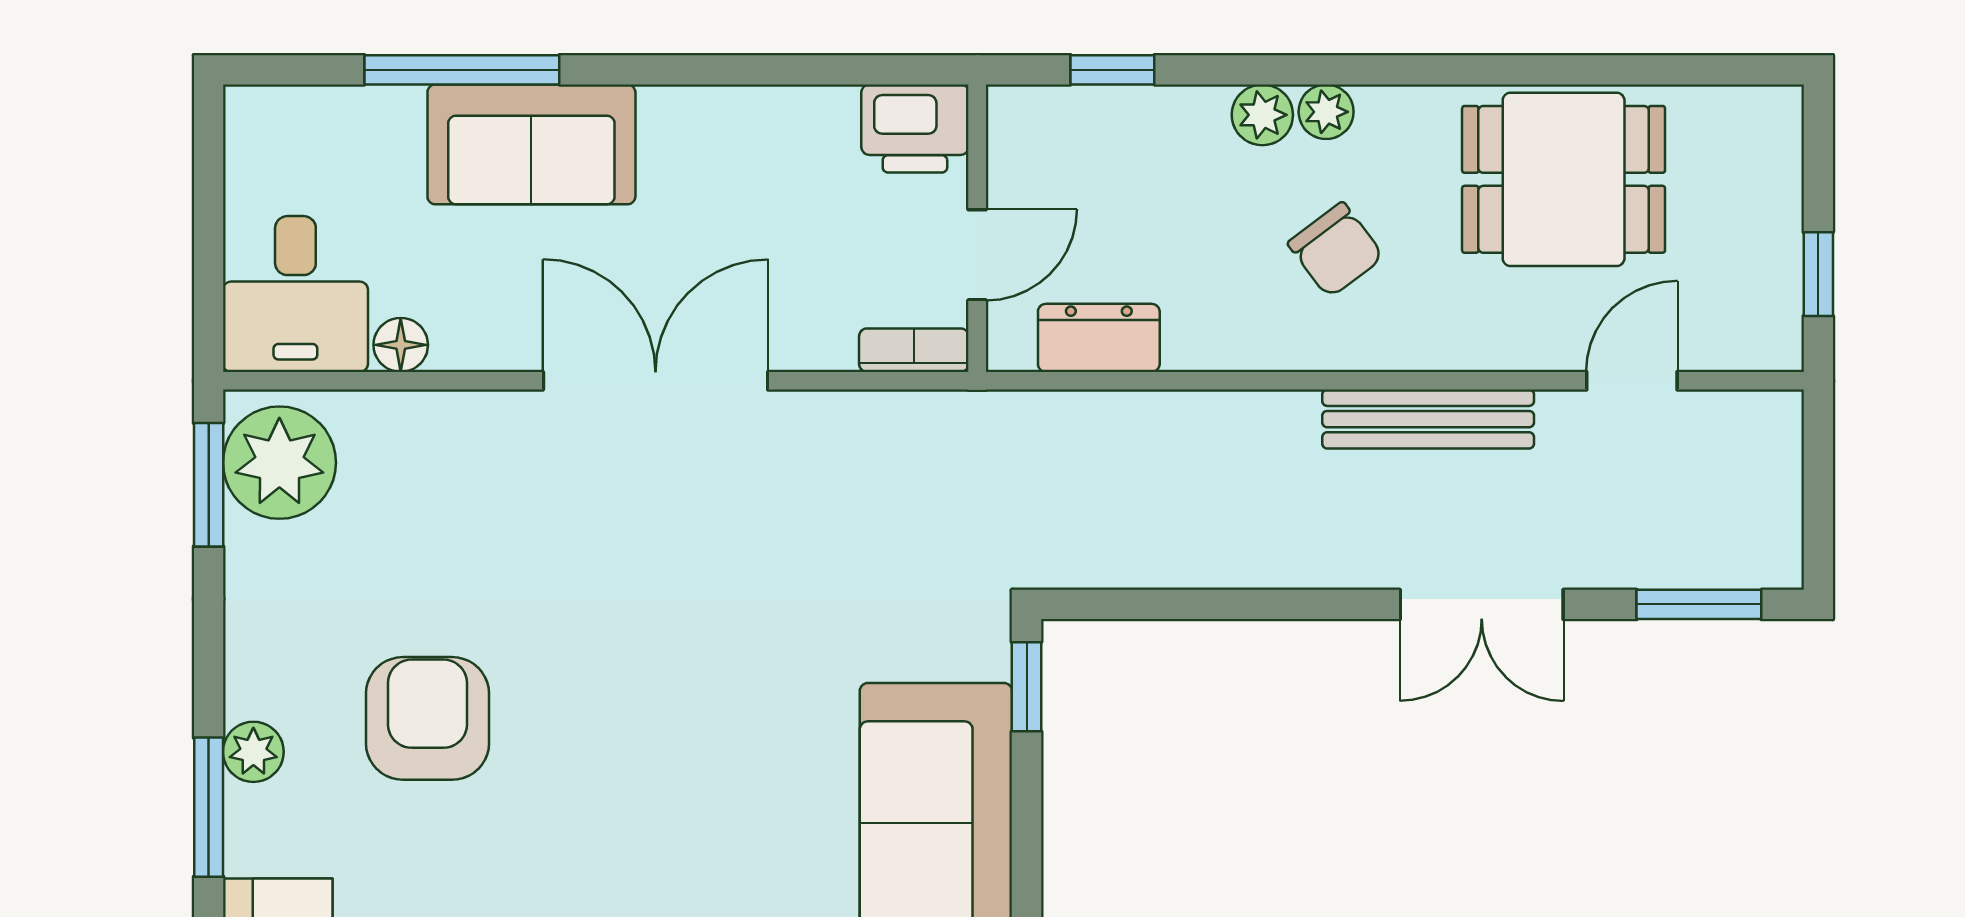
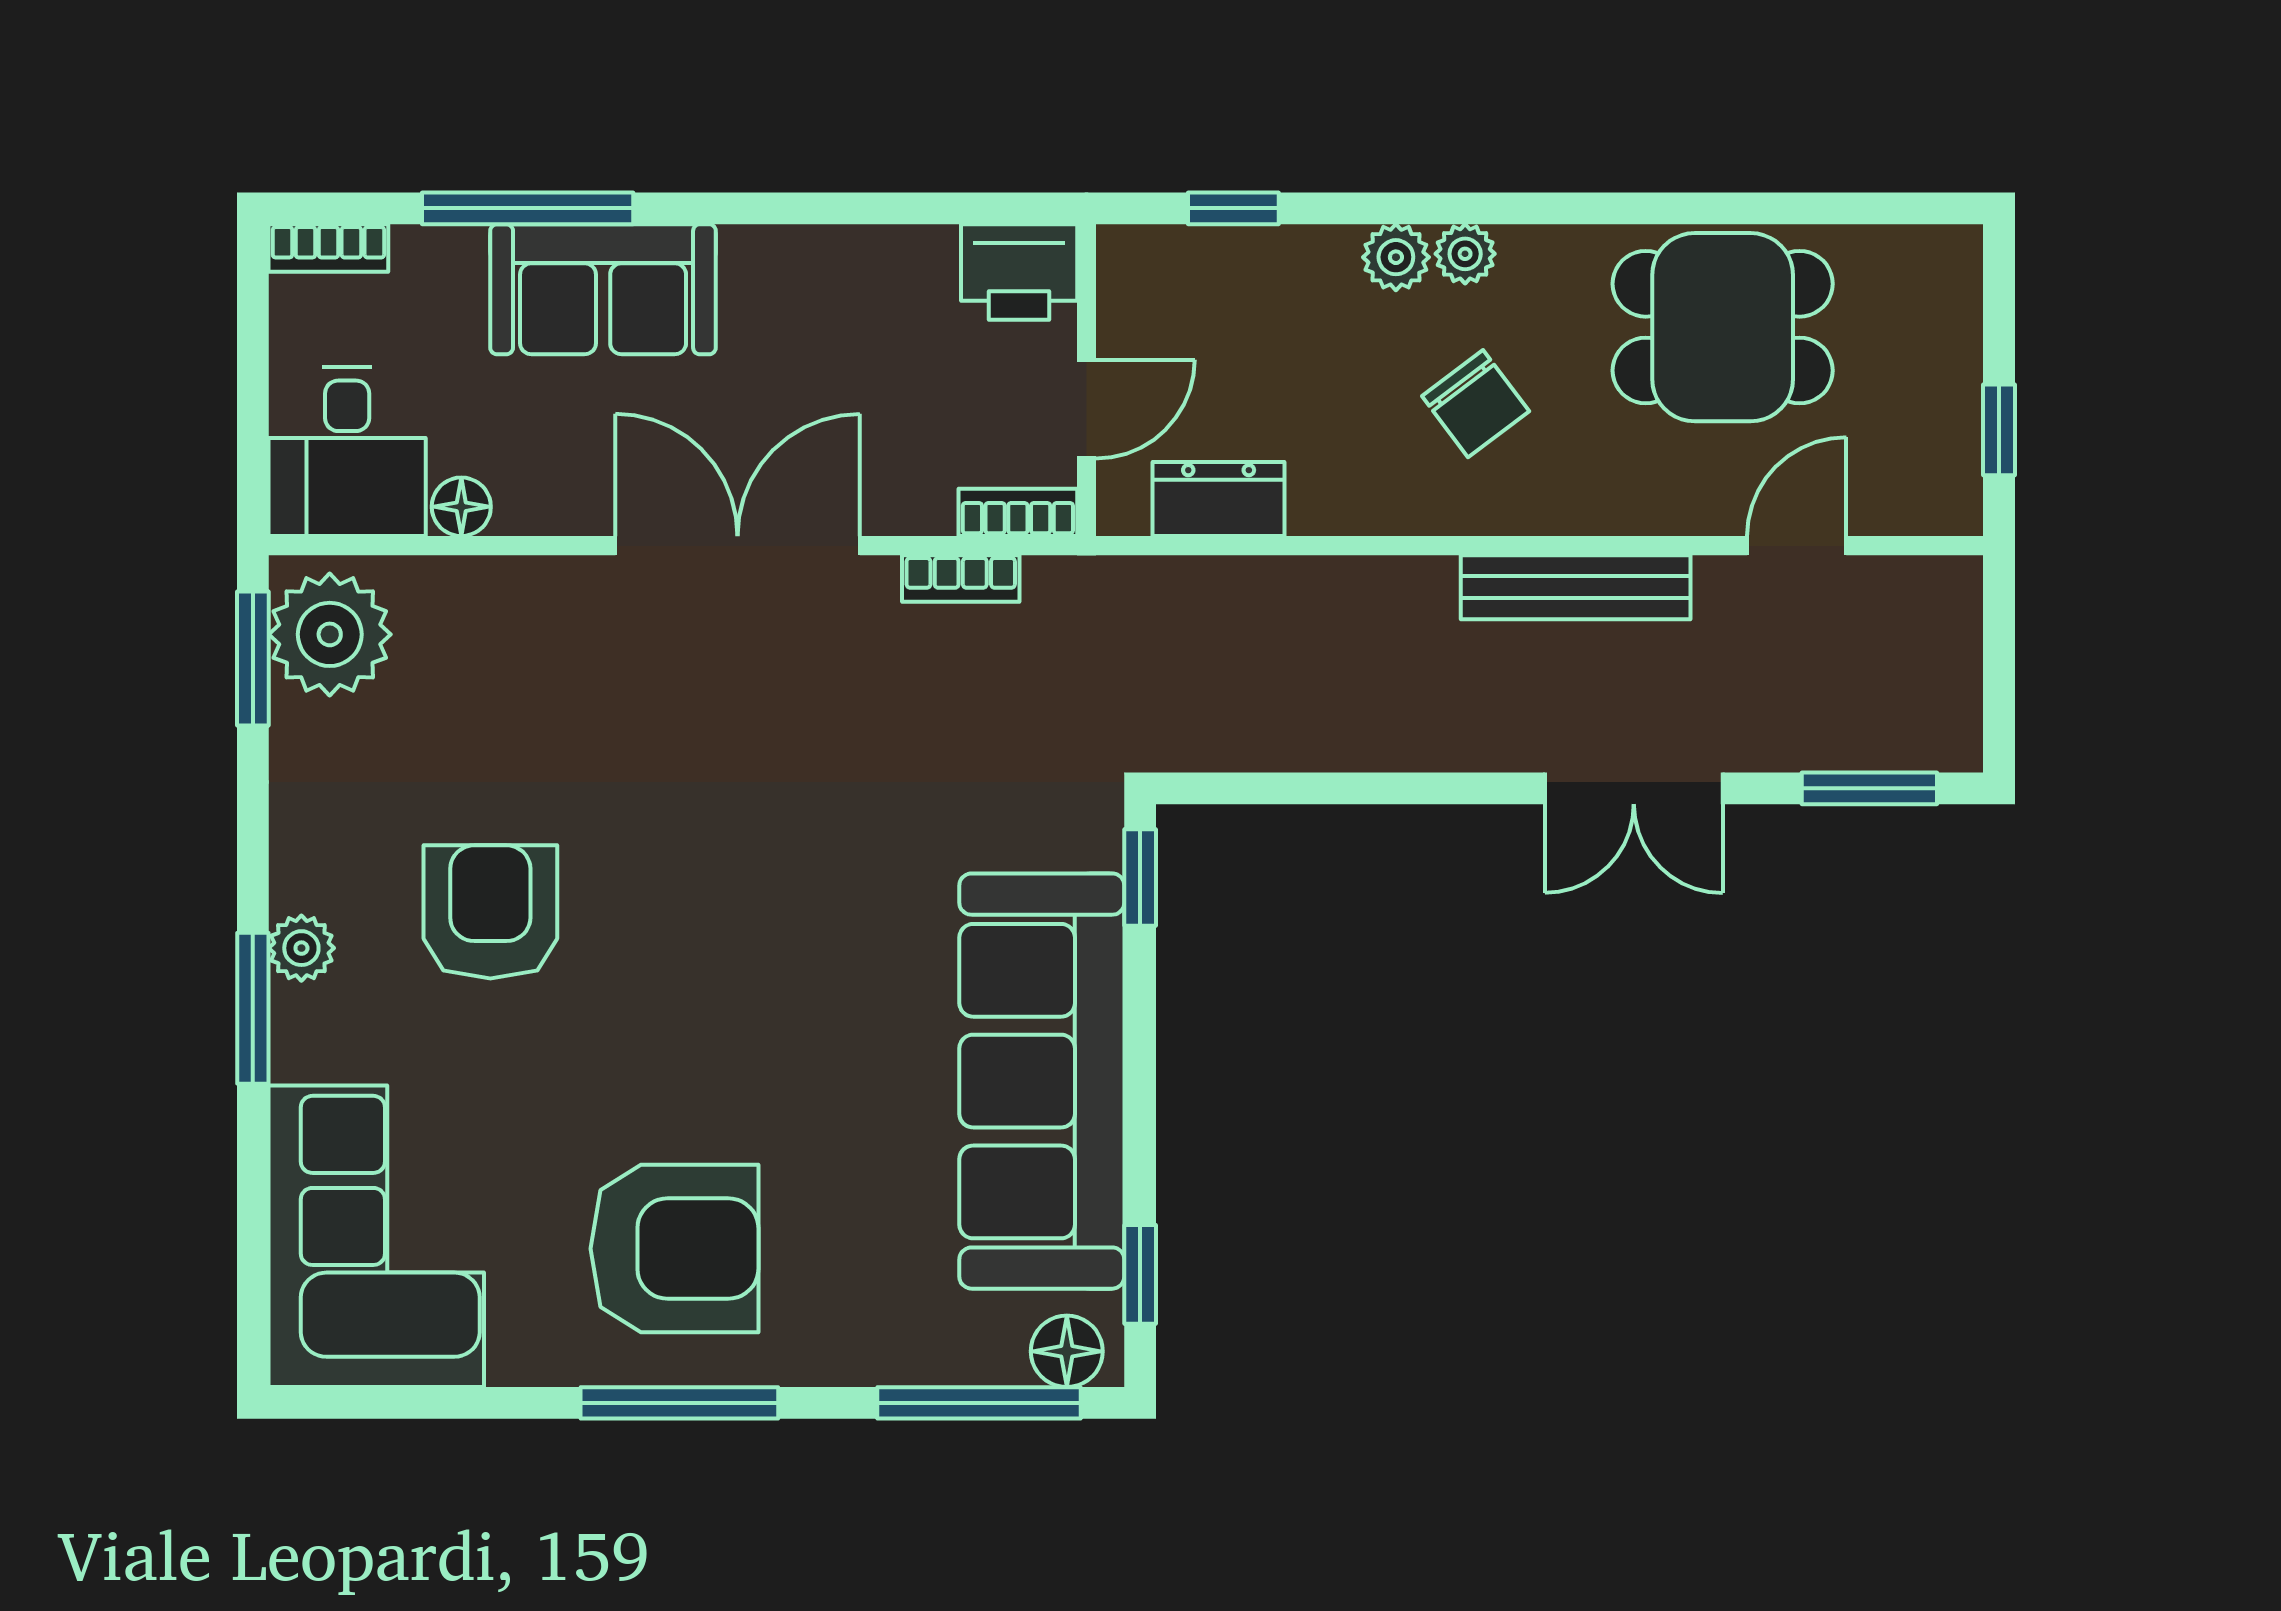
bookcase: (278, 106) -> (328, 248), added
bookcase: (861, 411) -> (961, 579), added

